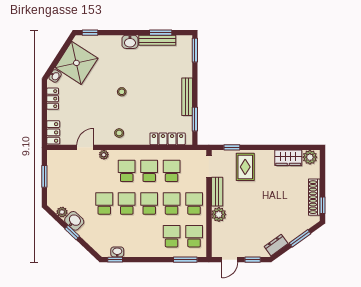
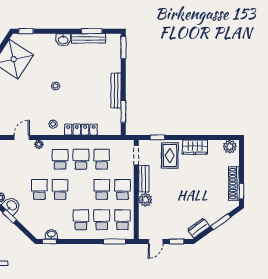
locker: (168, 139) -> (81, 130), moved
wardrobe: (288, 158) -> (195, 147), moved
school desk: (149, 204) -> (81, 220), moved

